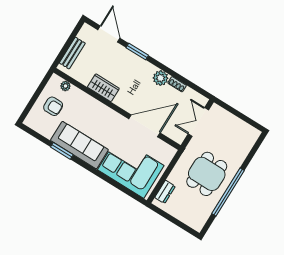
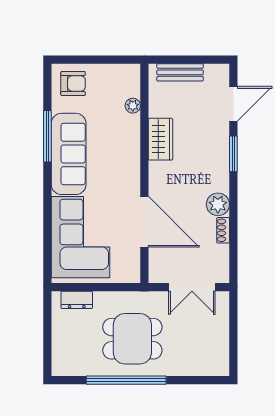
plant: (65, 86) -> (133, 106), moved
armchair: (53, 106) -> (73, 83), moved, turned -90
double door: (198, 122) -> (192, 287), swing flipped
window: (62, 151) -> (47, 136), width x1.44

